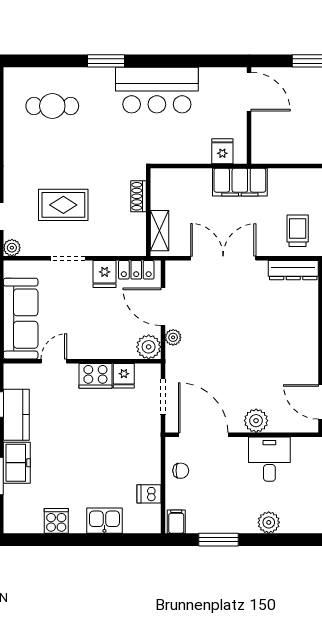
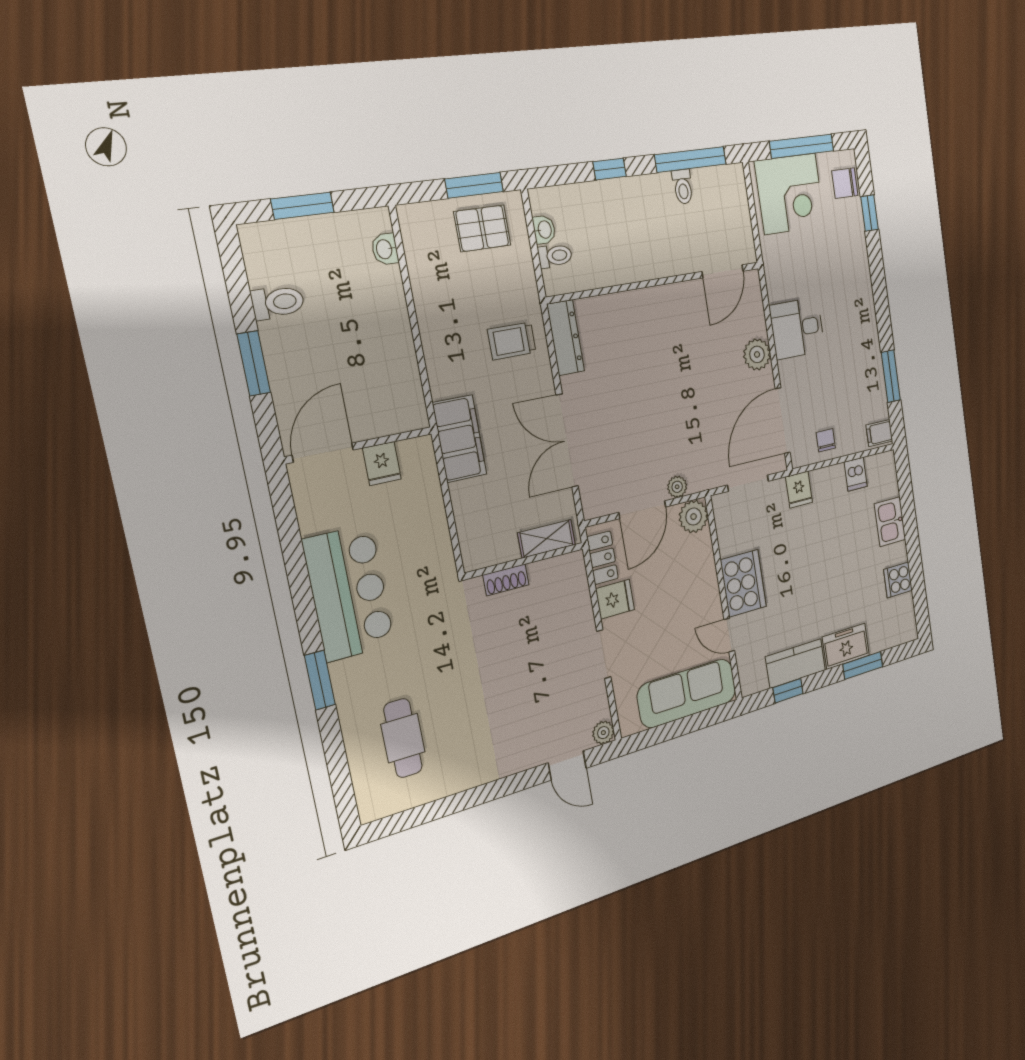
fridge: (222, 151) -> (382, 464), moved, turned -90
rug: (63, 205) -> (536, 681), removed
cooker: (95, 376) -> (743, 583), width x1.37, depth x1.31
fridge: (124, 376) -> (799, 490), moved, turned 90
plant: (269, 522) -> (865, 316), removed

